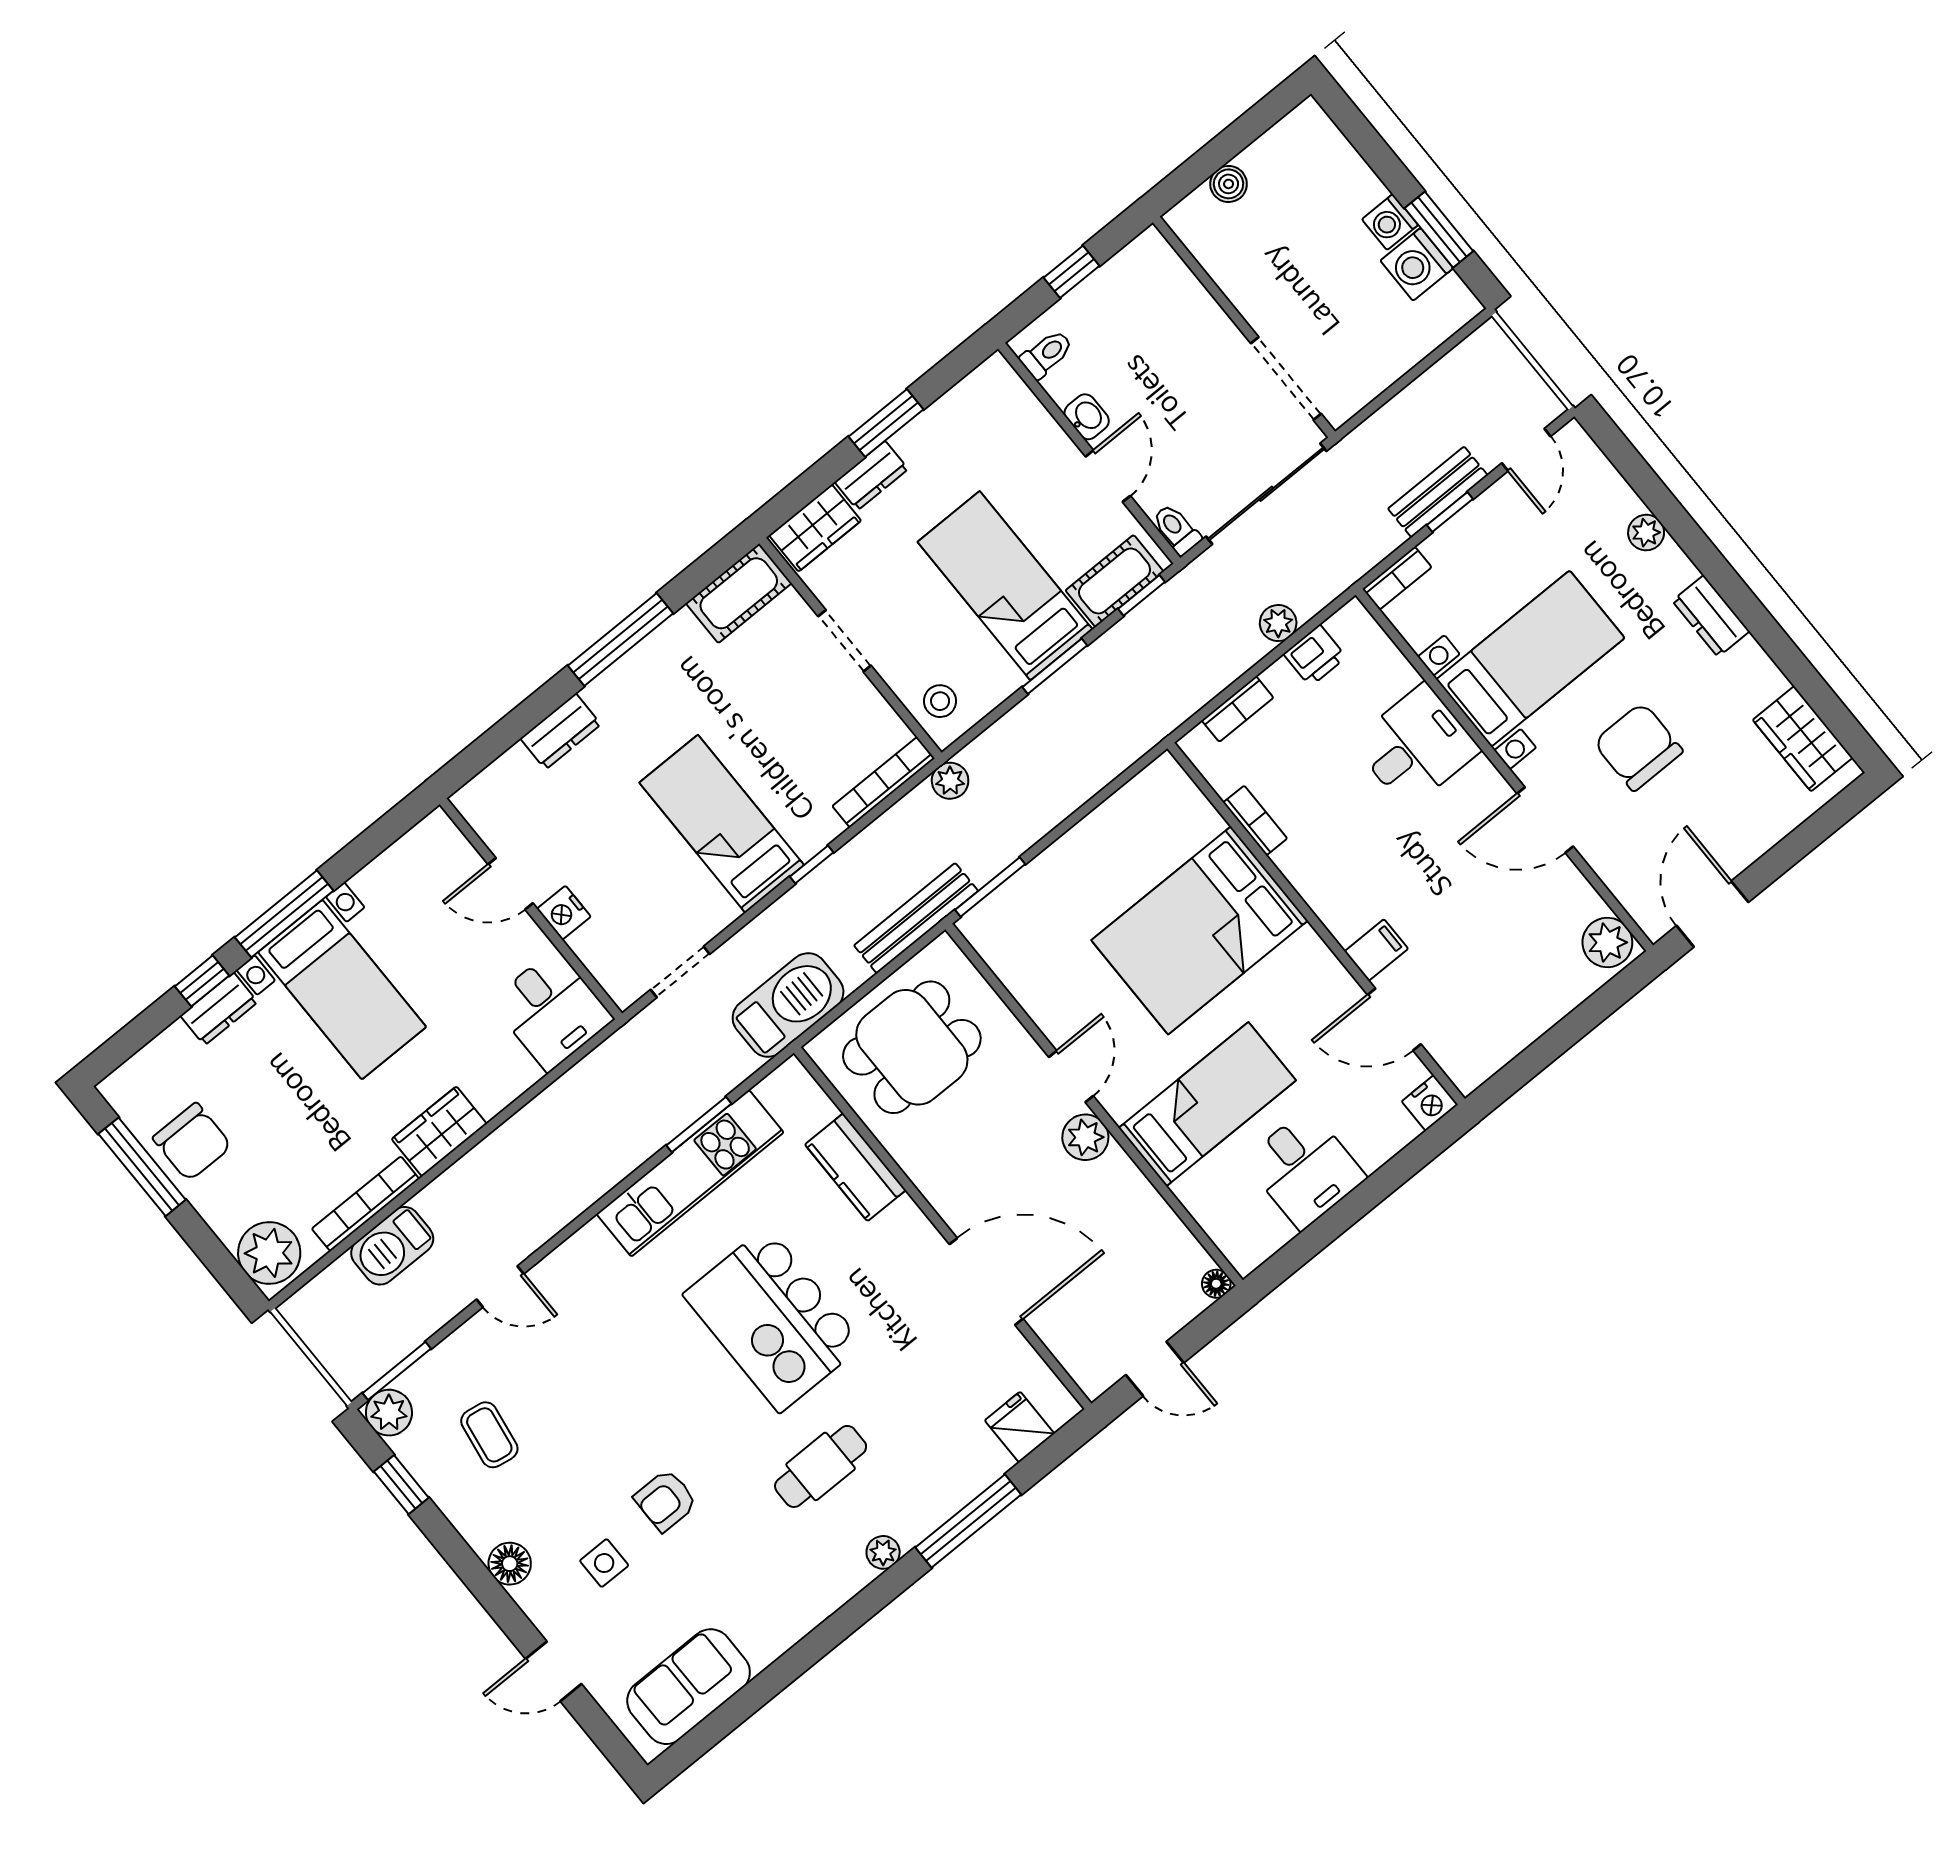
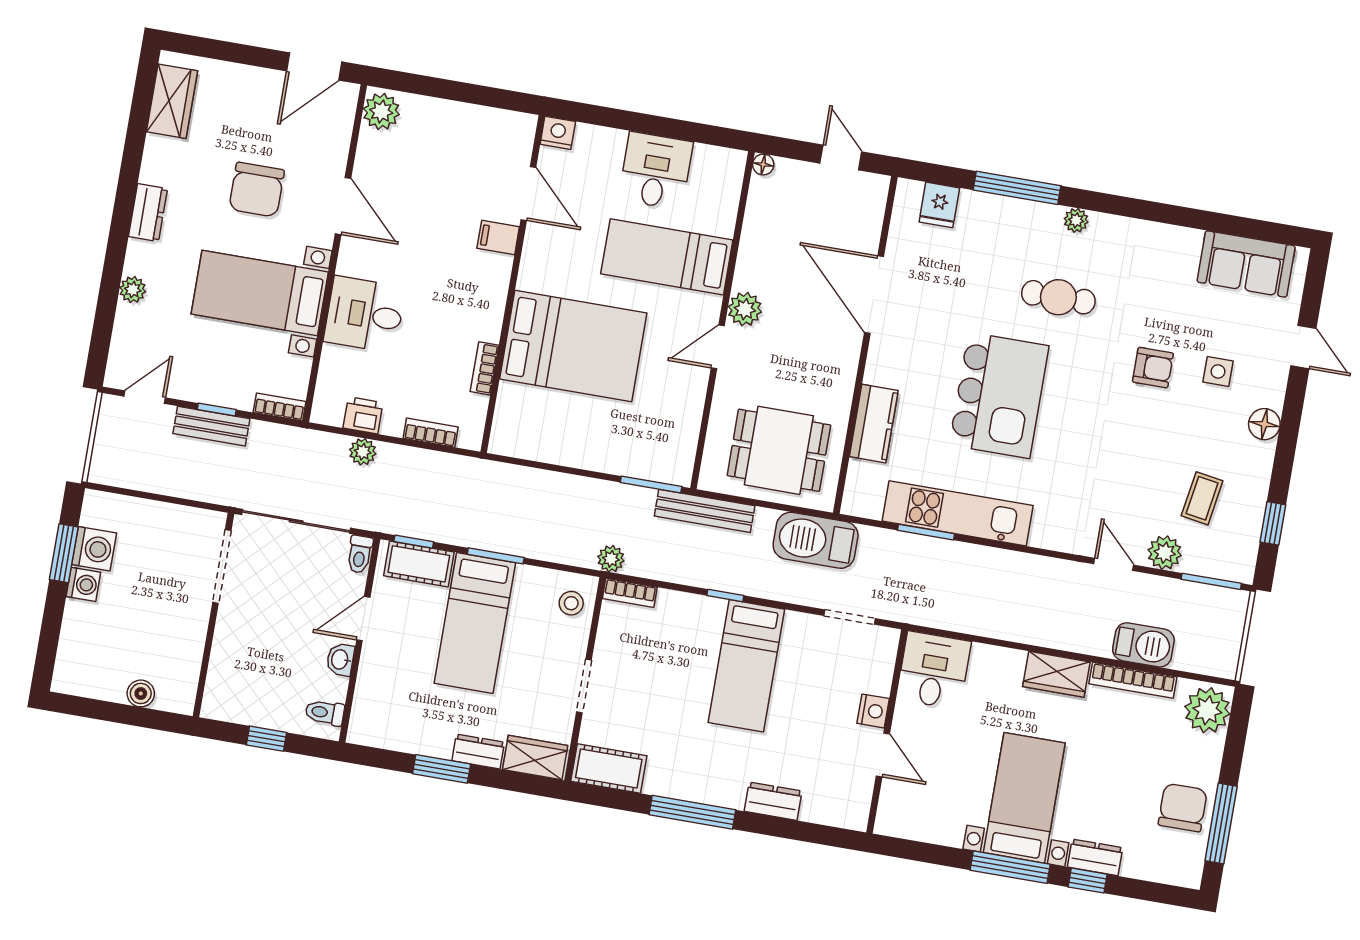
bookcase: (883, 782) -> (630, 593), width x0.64
plant: (389, 1413) -> (1165, 553), moved

